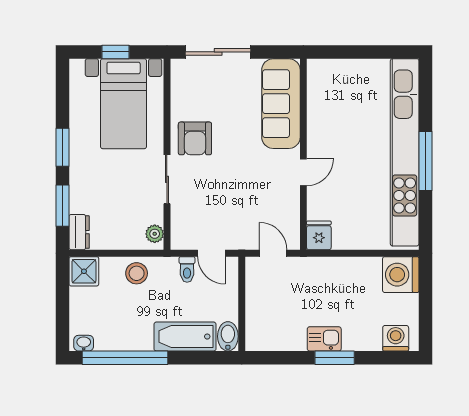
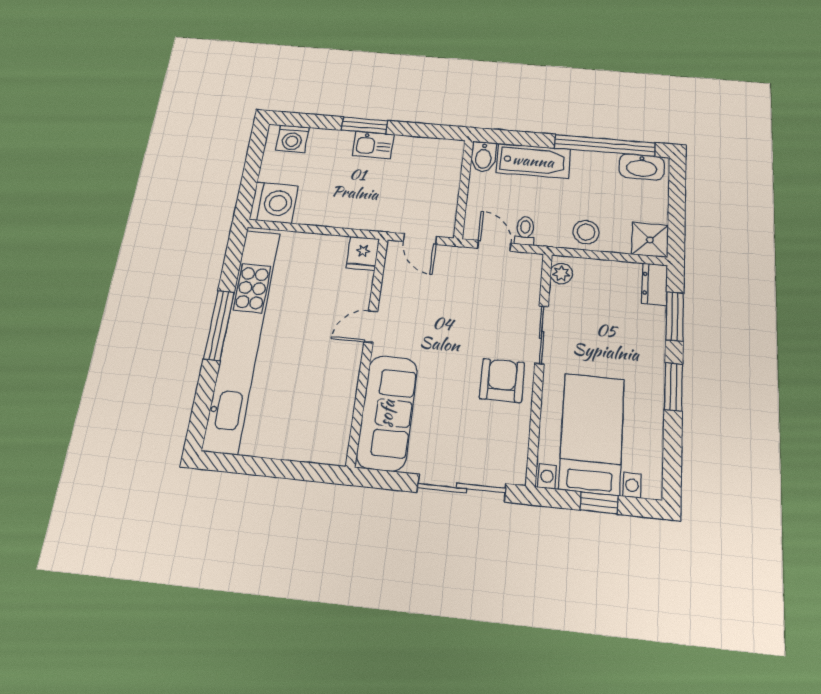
washbasin: (84, 343) -> (642, 167), width x1.91, depth x1.45

